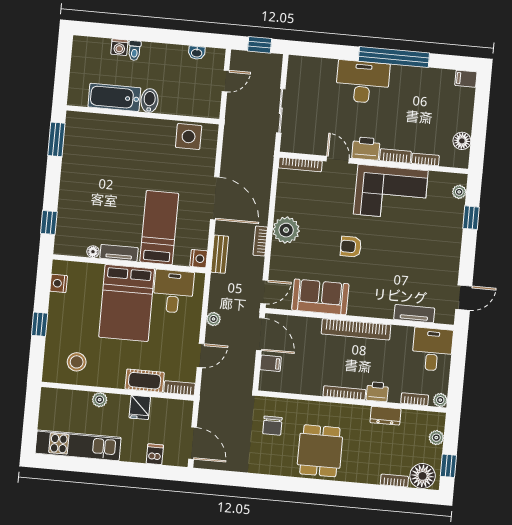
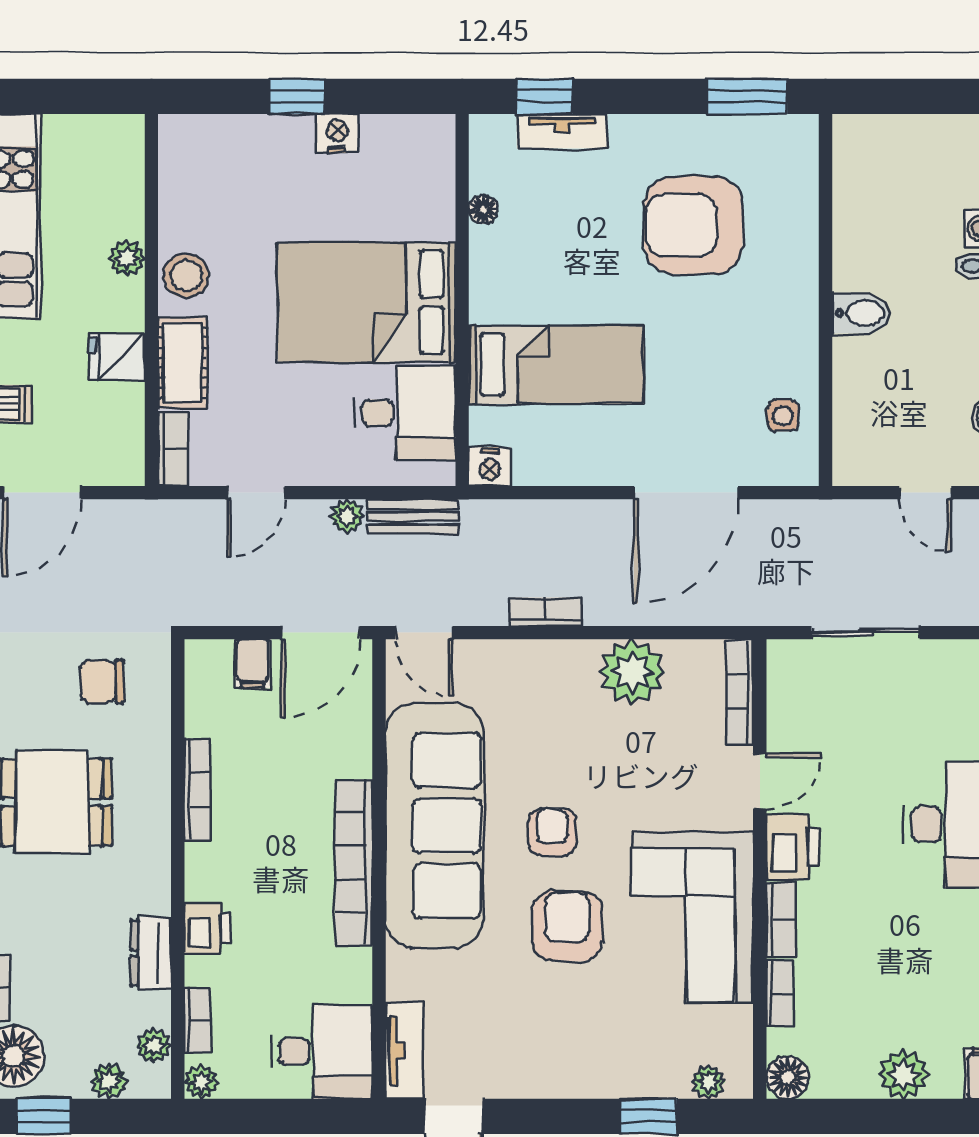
bathtub: (114, 97) -> (861, 227), removed
plant: (463, 112) -> (904, 1074), added
side table: (189, 136) -> (783, 415), width x0.54, depth x0.54
floor lamp: (462, 141) -> (788, 1077), moved
armchair: (107, 166) -> (693, 225), added
door: (215, 198) -> (686, 493), moved
plant: (286, 230) -> (632, 672), moved
armchair: (390, 244) -> (567, 926), added
tv unit: (119, 253) -> (562, 131), moved, turned 90
bench: (220, 254) -> (413, 517), moved
nightstand: (59, 283) -> (337, 133), moved
sofa: (320, 297) -> (434, 826), width x1.85, depth x1.27
tv unit: (414, 314) -> (404, 1051), moved
door: (201, 356) -> (256, 493), hinge flipped
stool: (77, 362) -> (186, 275), moved
bookcase: (344, 393) -> (197, 790), moved
plant: (424, 418) -> (154, 1046), added

